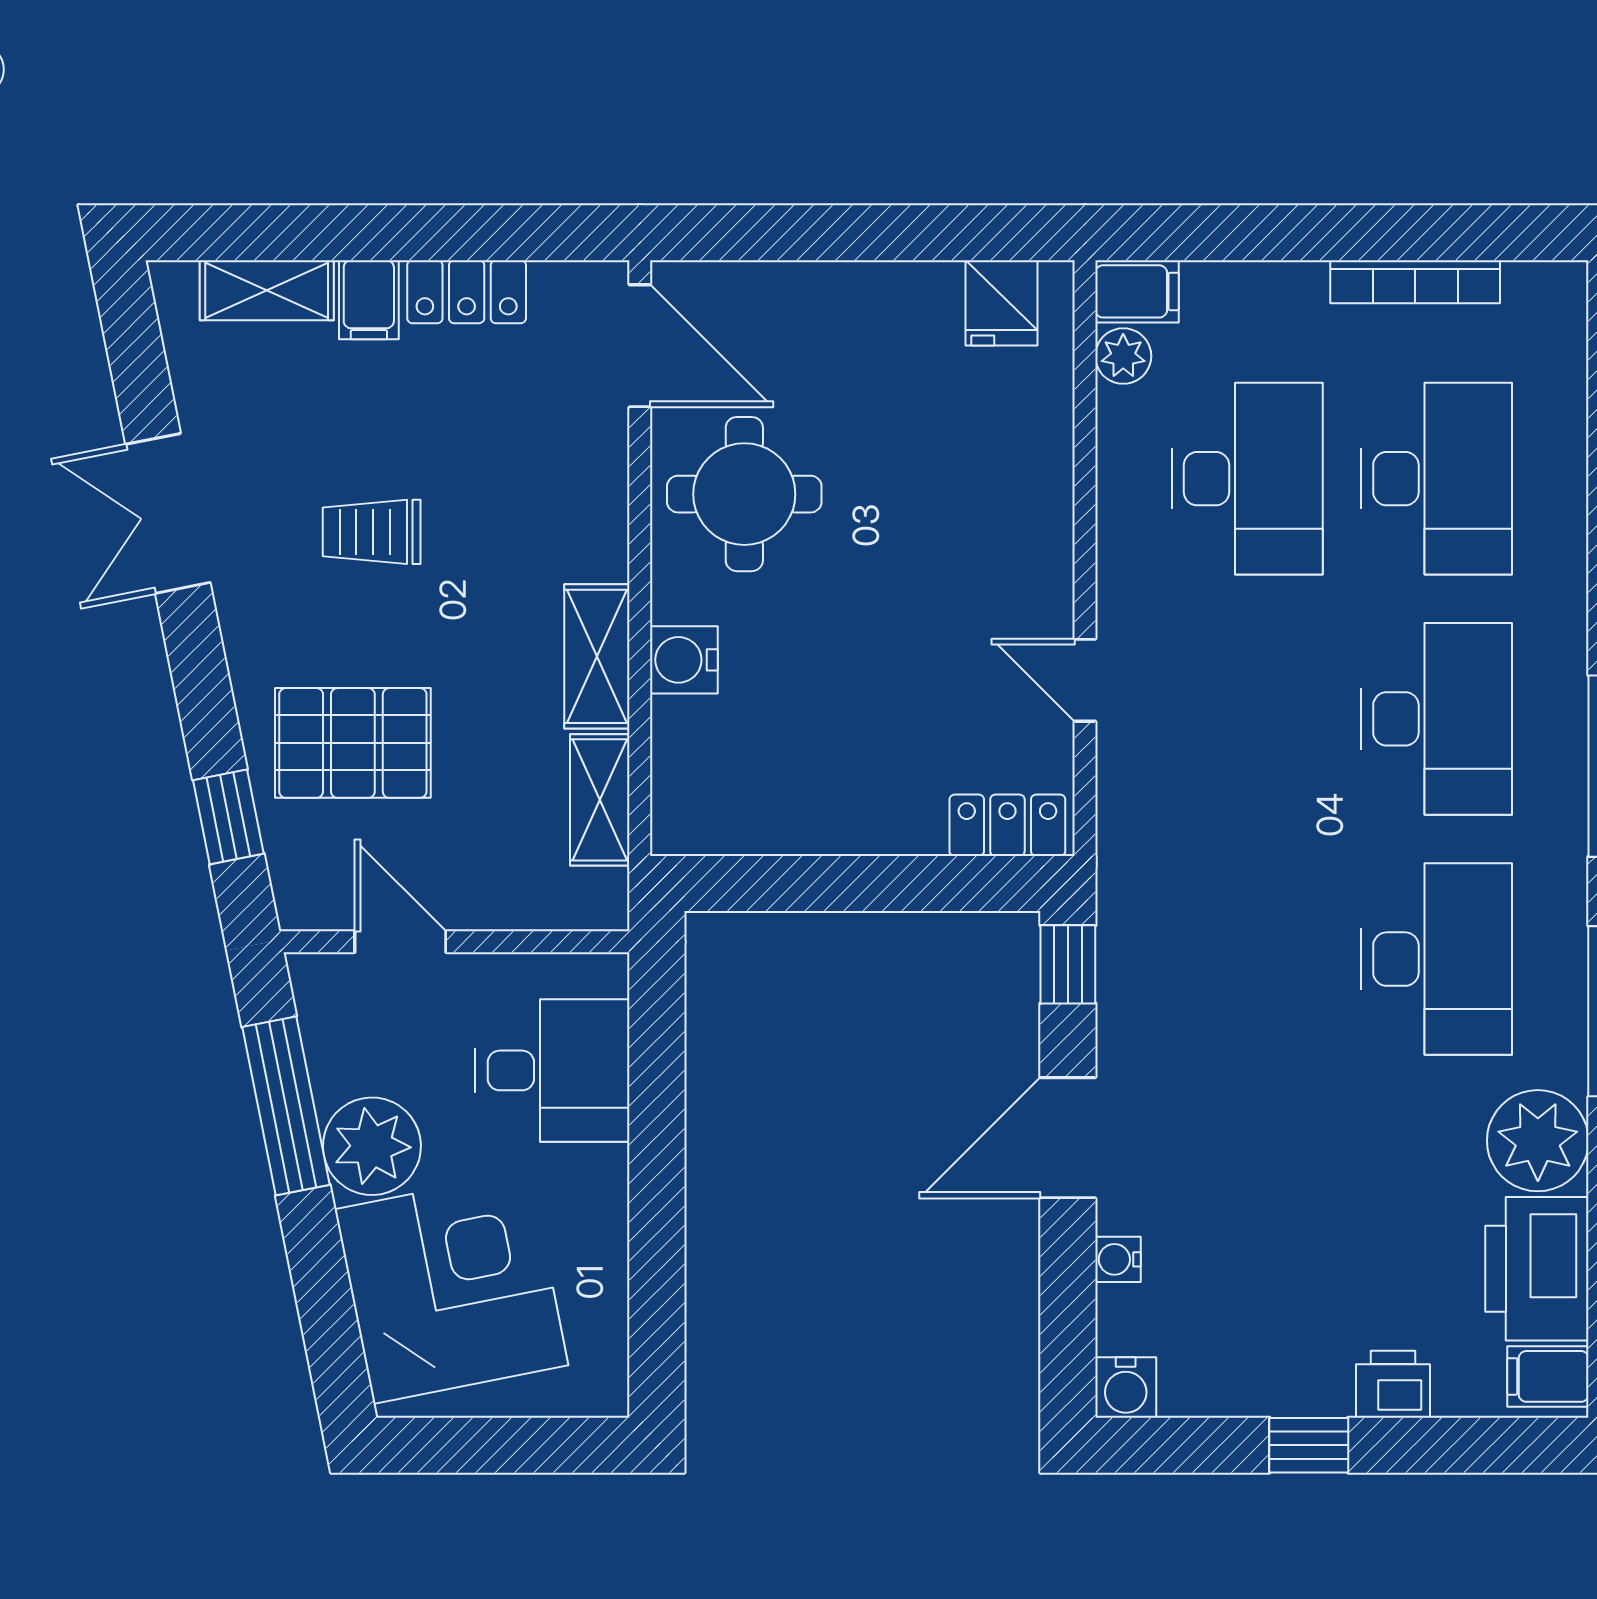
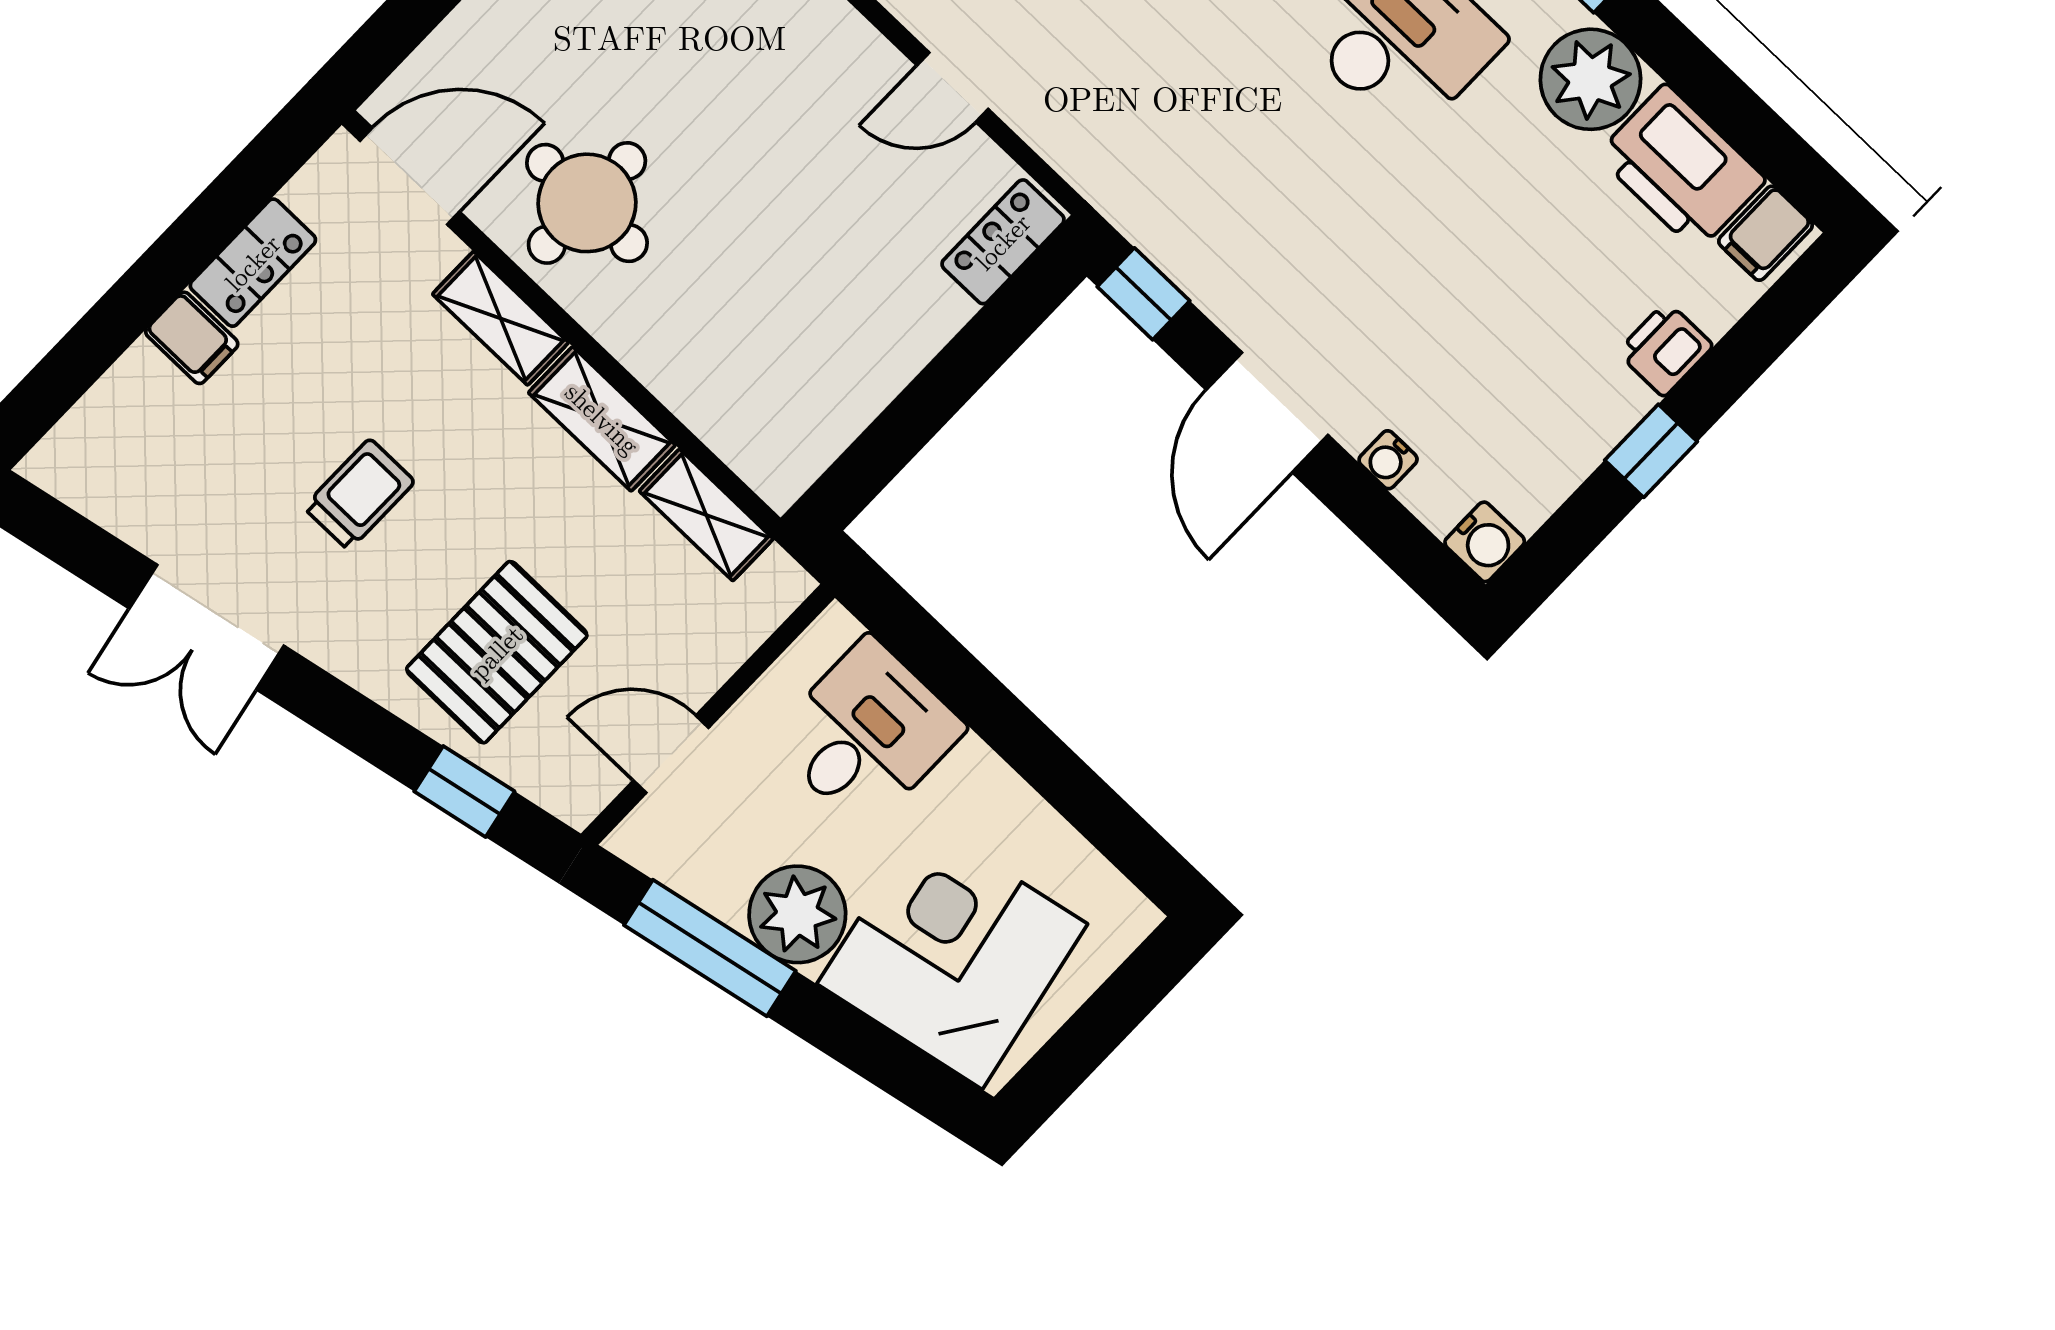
shelving: (267, 290) -> (500, 318), moved, turned 90
trolley: (372, 532) -> (359, 494), turned 180
water cooler: (684, 660) -> (664, 359), removed

